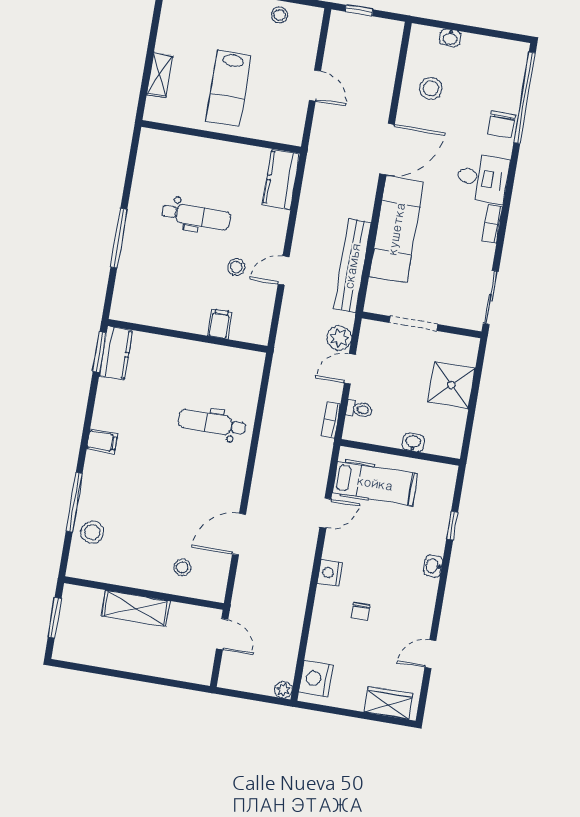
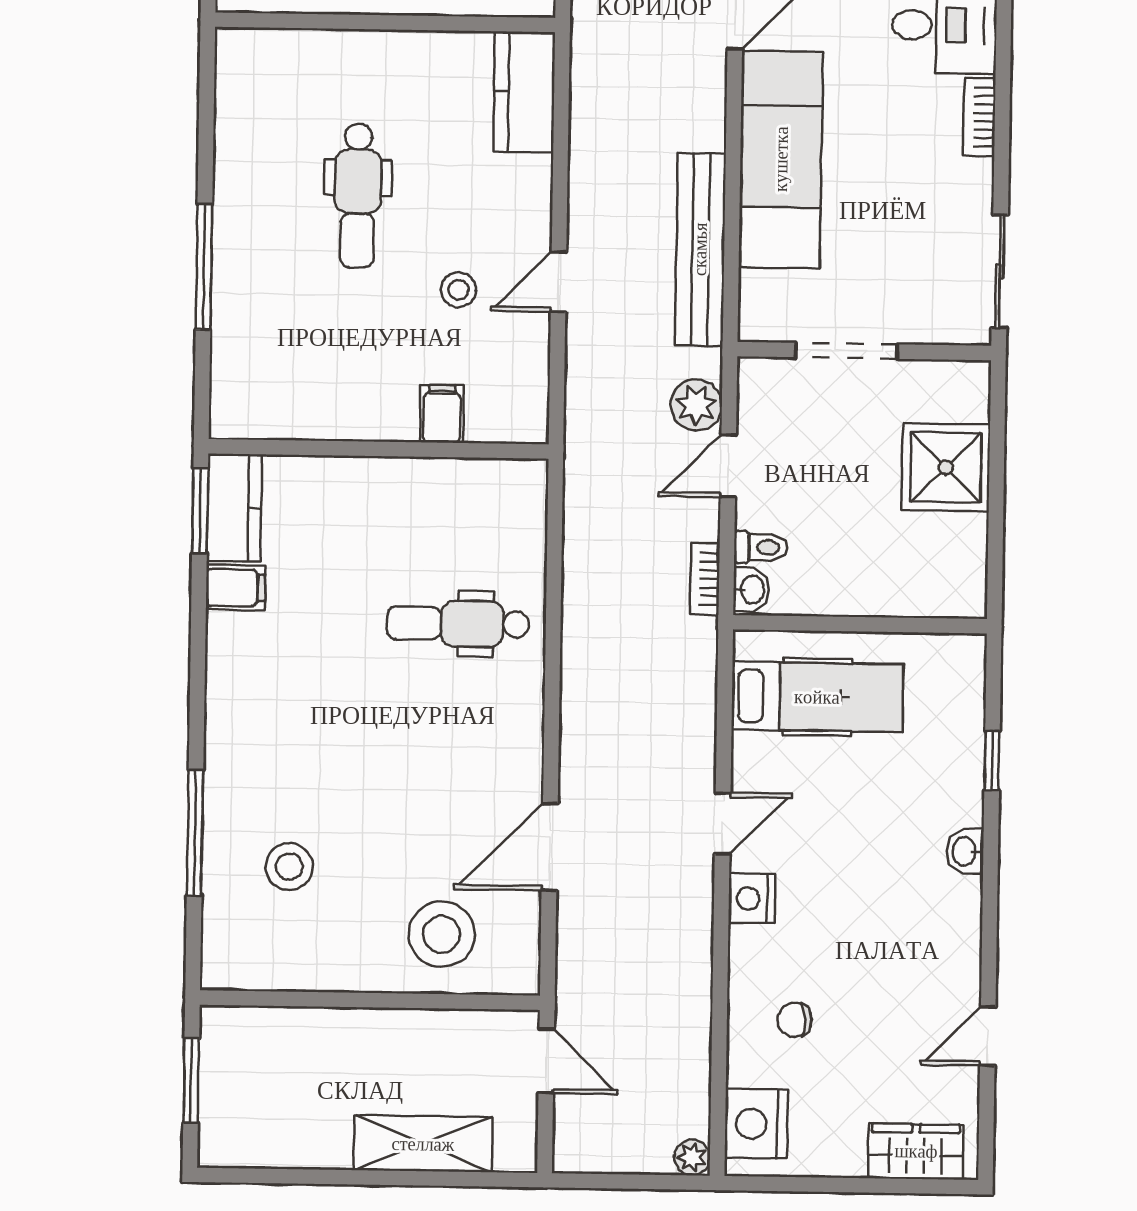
dental chair: (196, 216) -> (358, 196), turned 90
filing cabinet: (102, 441) -> (236, 588), moved
washbasin: (413, 442) -> (751, 590), moved, turned 90
door: (325, 513) -> (723, 823), moved
stool: (92, 532) -> (289, 867), moved
stool: (182, 567) -> (442, 934), width x1.89, depth x1.89
shelving: (136, 608) -> (423, 1144), moved
chair: (361, 612) -> (795, 1020), moved, turned 87

